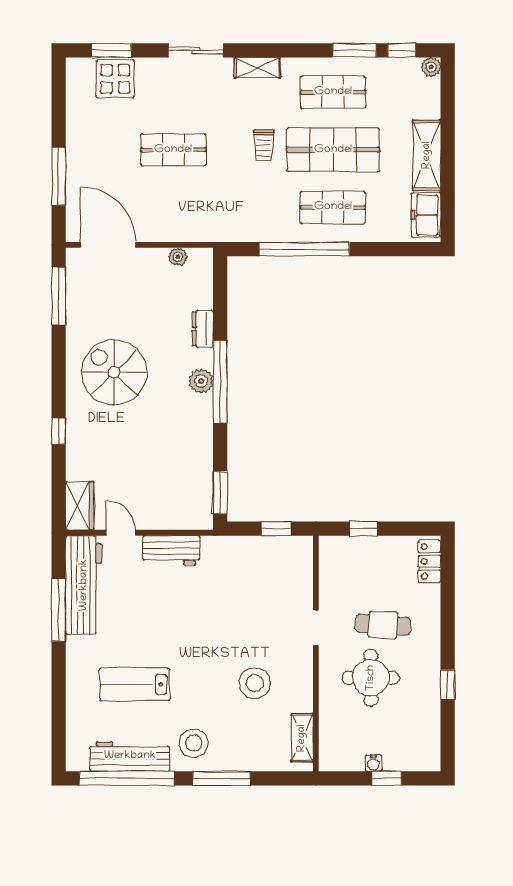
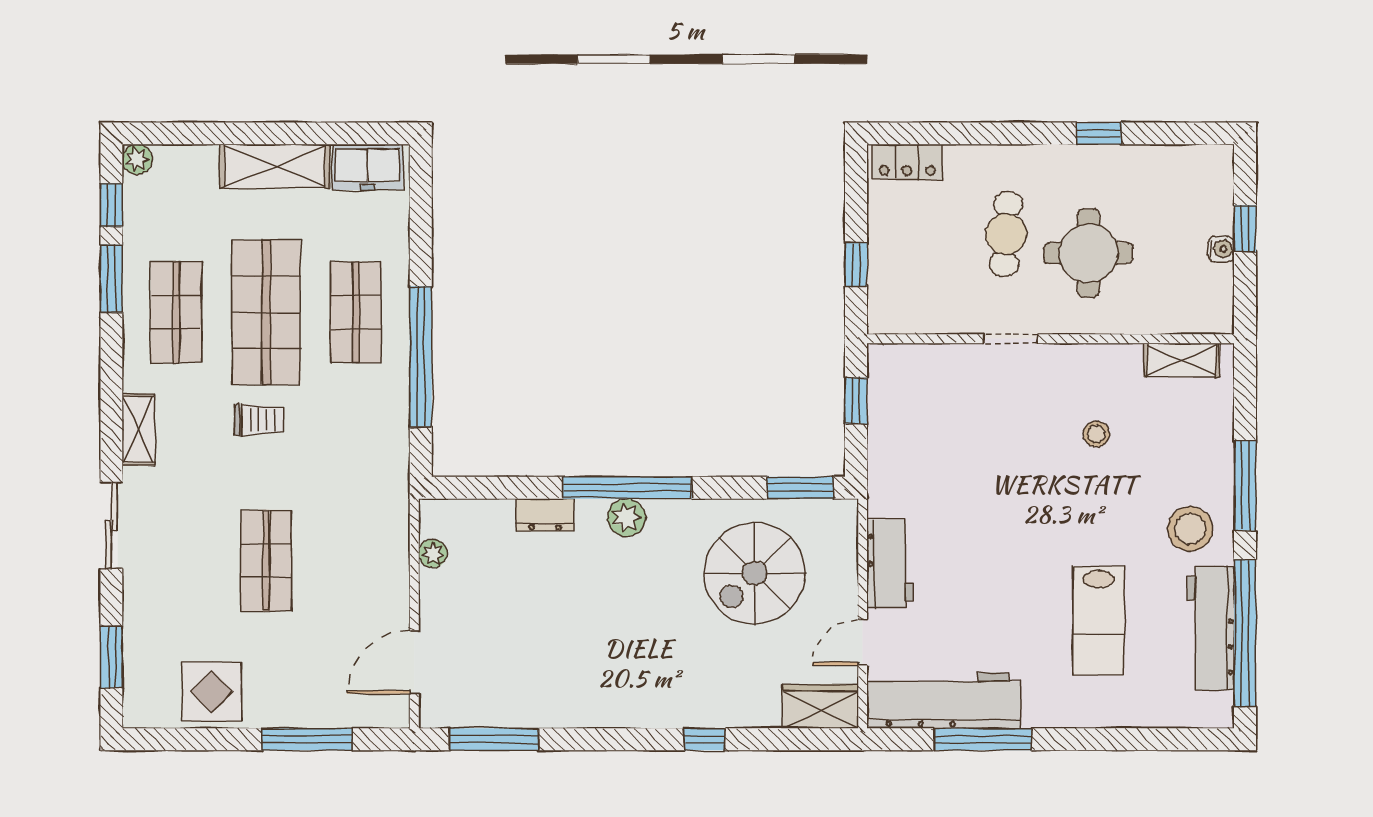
display table: (115, 79) -> (212, 691), moved
door: (108, 245) -> (414, 662), width x0.73
spiral stairs: (114, 372) -> (755, 573), moved
stool: (255, 683) -> (1096, 434), width x0.53, depth x0.53

